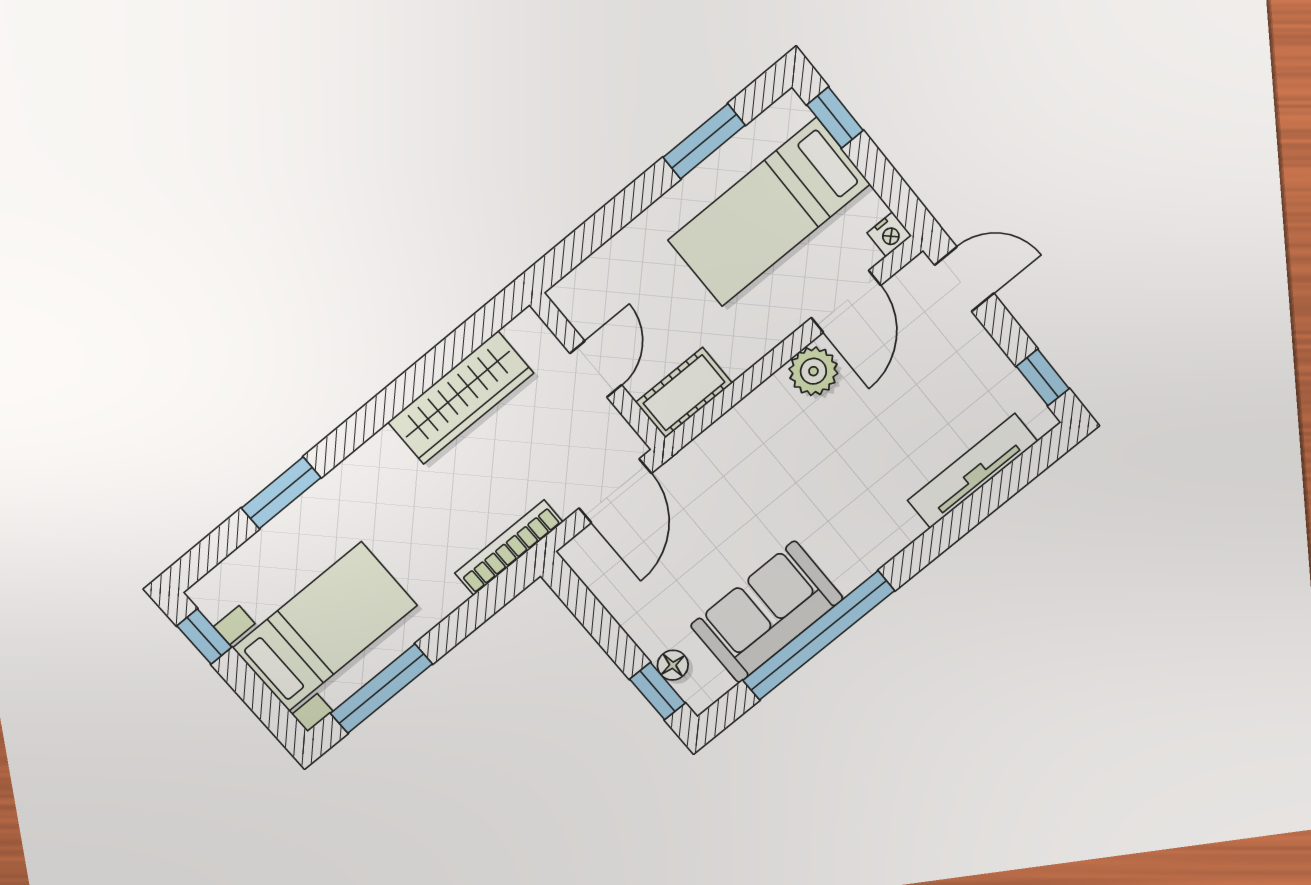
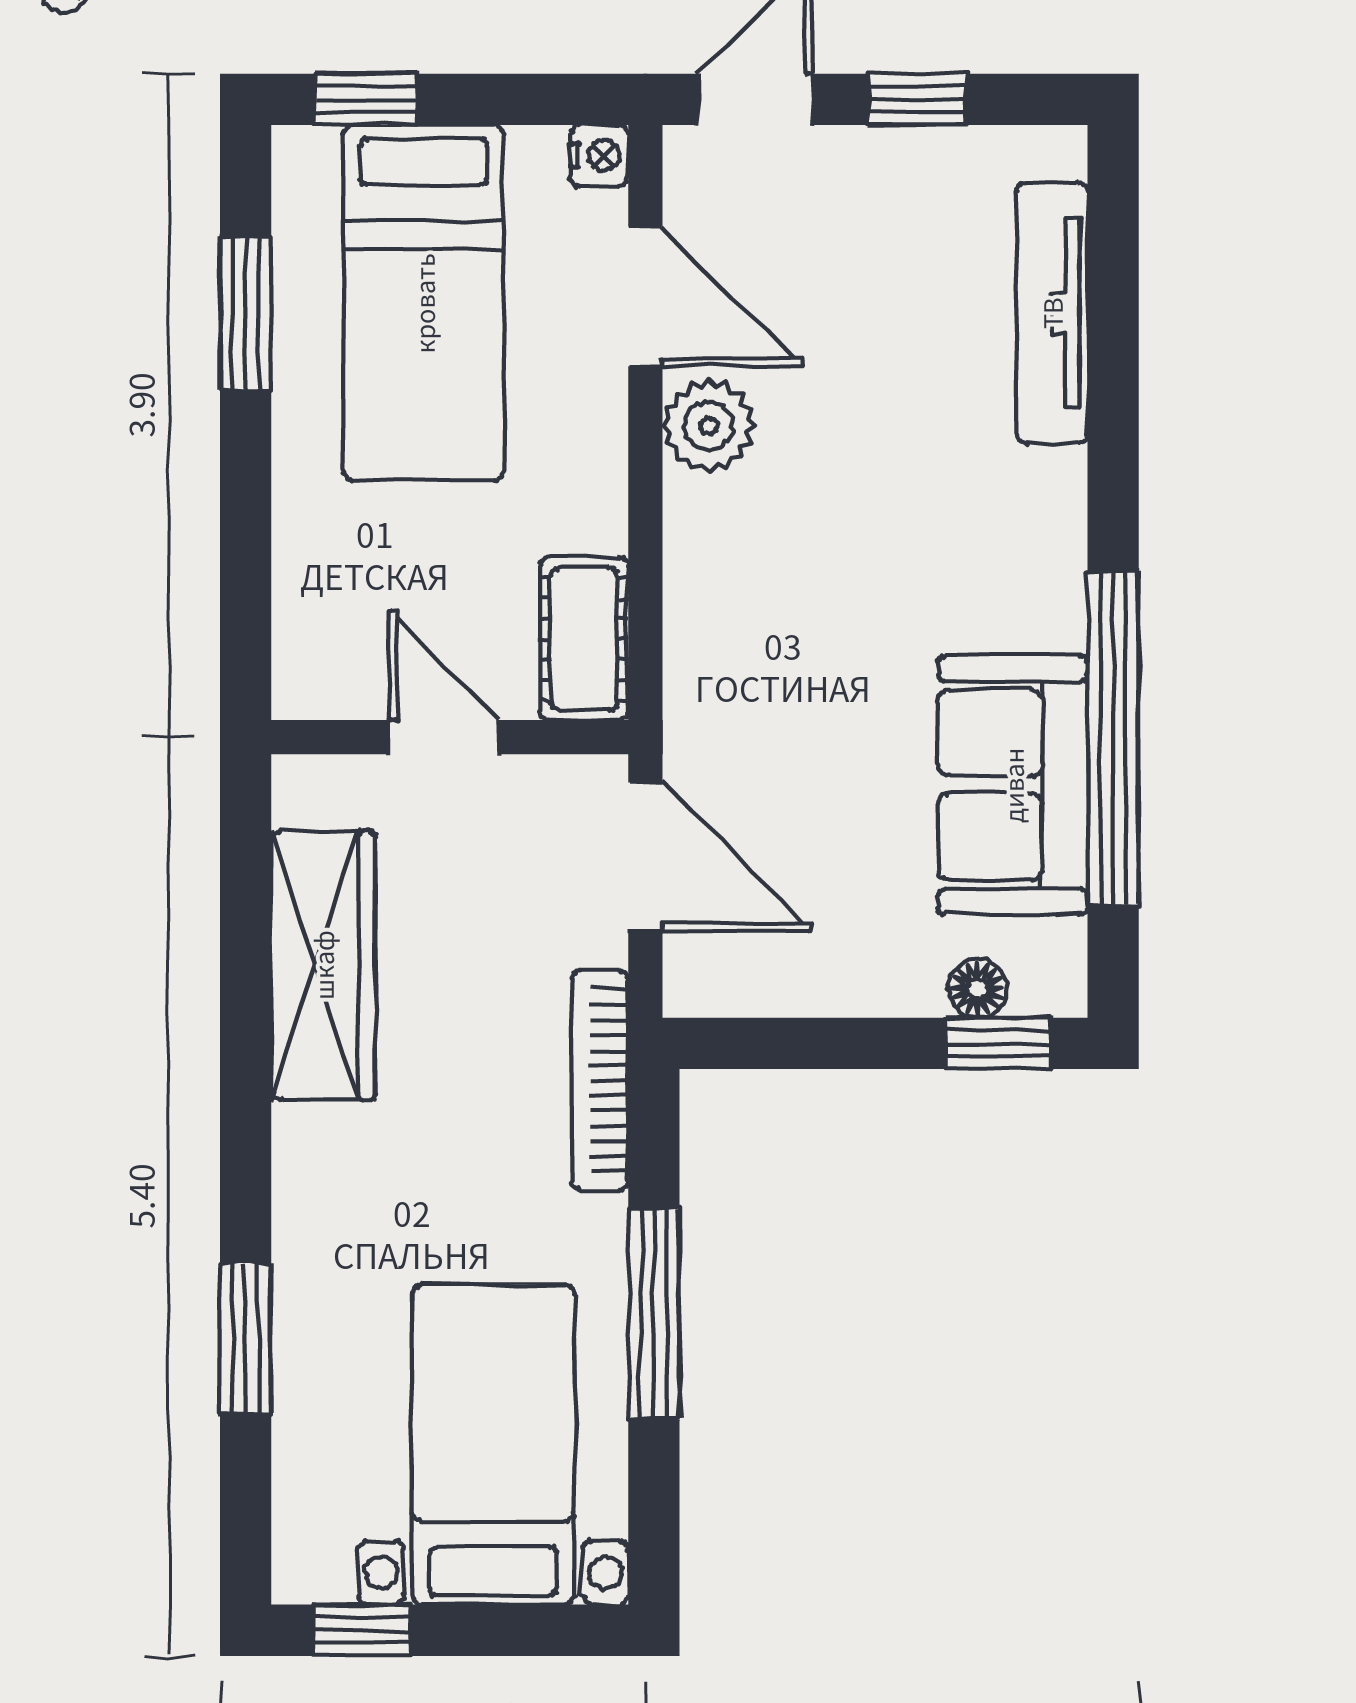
window: (1043, 377) -> (918, 99), moved
window: (381, 689) -> (654, 1314), moved

